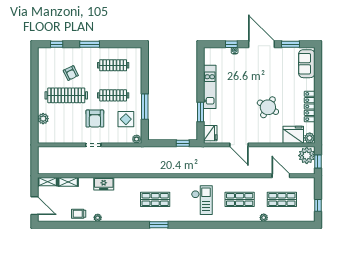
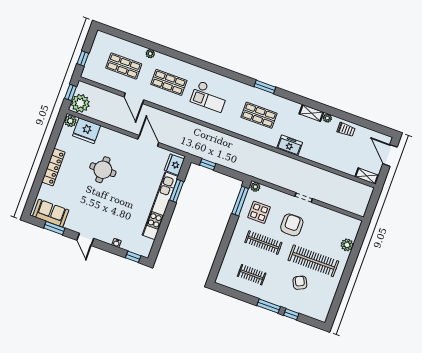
window: (57, 44) -> (291, 314), moved
window: (231, 44) -> (133, 257), moved
door: (262, 44) -> (85, 239), width x0.53
sofa: (307, 64) -> (51, 213), moved, turned -90
clothes rail: (113, 65) -> (252, 275), width x0.73
kitchen unit: (210, 87) -> (160, 206), width x1.36
window: (145, 107) -> (240, 201), moved
round table: (268, 107) -> (103, 170), turned -30
locker: (310, 107) -> (53, 167), moved
door: (281, 176) -> (134, 98), moved
shelving: (68, 182) -> (311, 113), moved
freezer: (104, 184) -> (290, 145), moved
checkout: (202, 200) -> (209, 96), turned -90
window: (318, 205) -> (83, 59), moved

